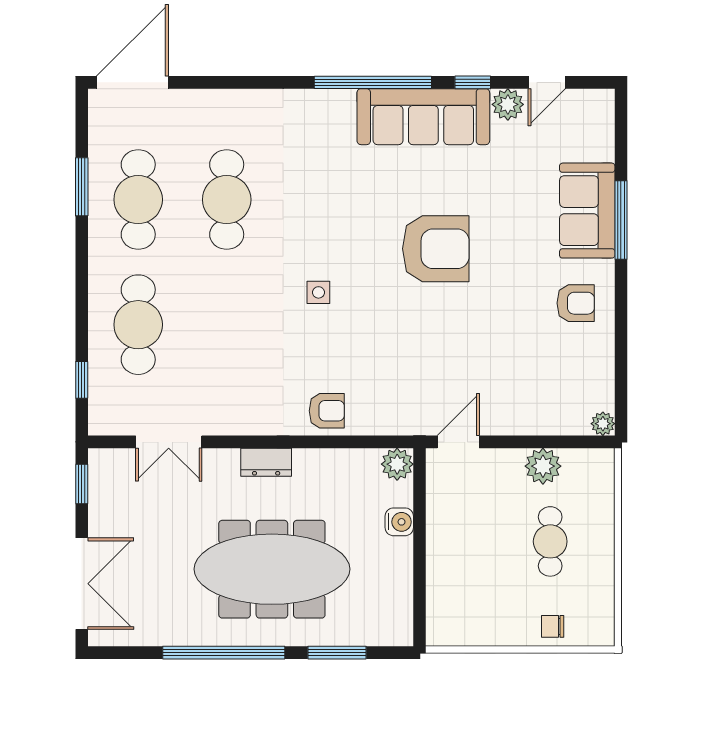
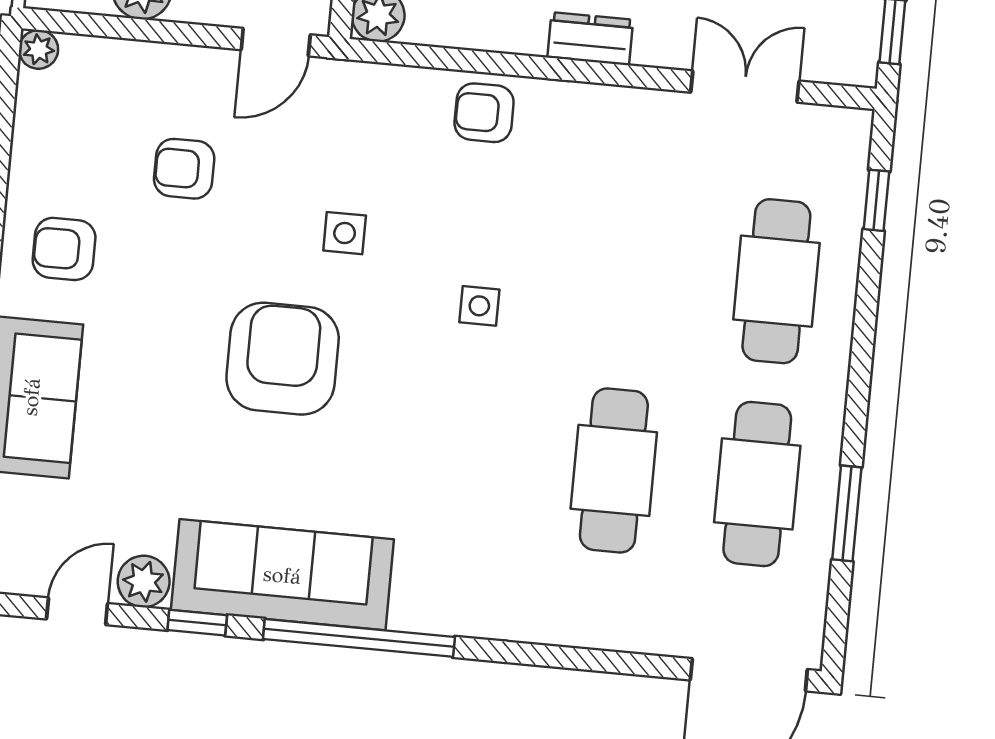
armchair: (436, 249) -> (283, 359), turned 90
side table: (405, 329) -> (345, 233), added
armchair: (507, 359) -> (184, 169), added

